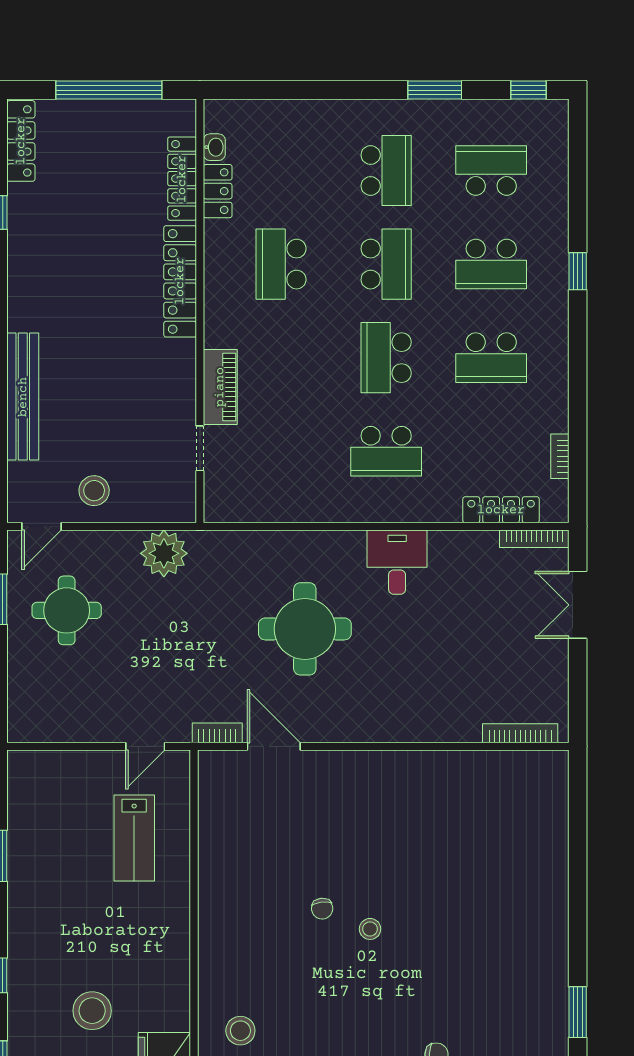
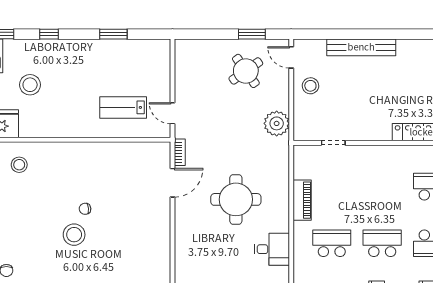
piano: (220, 387) -> (302, 200), moved, turned -90
school desk: (386, 451) -> (332, 243), turned 90
round table: (67, 610) -> (246, 71), turned -35
stool: (370, 929) -> (74, 235), width x1.89, depth x1.89

